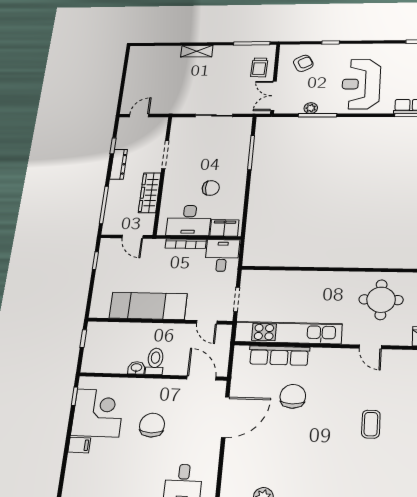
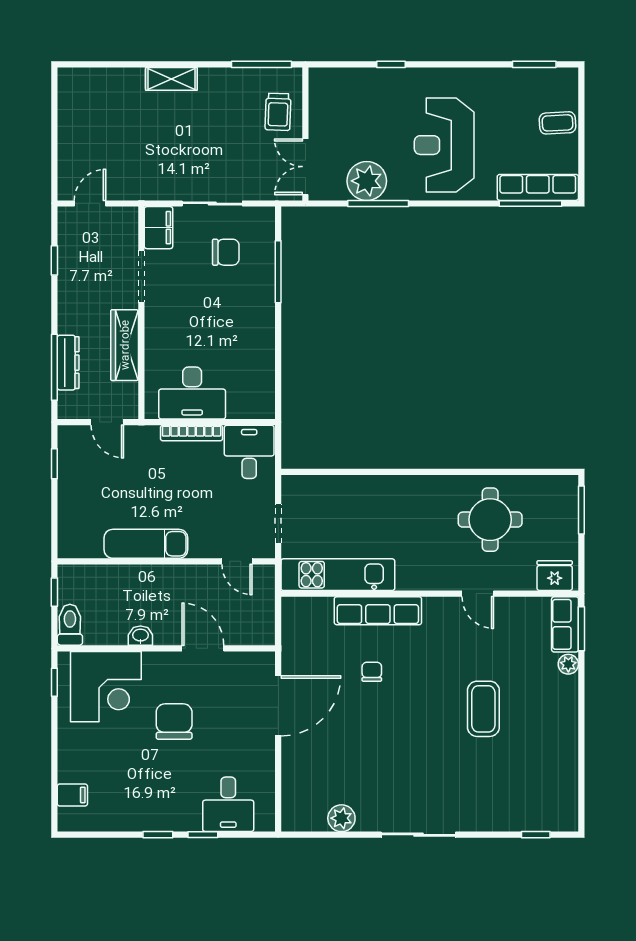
armchair: (303, 63) -> (349, 105), removed
plant: (311, 108) -> (367, 181), width x1.88, depth x1.88
dresser: (119, 164) -> (68, 363), moved
chair: (211, 188) -> (226, 252), moved
filing cabinet: (224, 228) -> (159, 228), moved, turned 90
exam couch: (148, 306) -> (146, 544), width x0.73, depth x0.69
kitchen unit: (288, 333) -> (338, 575), width x0.73
row of seats: (279, 356) -> (378, 611), moved
toilet: (155, 361) -> (70, 625), moved
door: (201, 378) -> (203, 648), moved
chair: (293, 396) -> (372, 672), width x0.54, depth x0.54
corner desk: (98, 413) -> (106, 687), moved, turned 90
coffee table: (371, 424) -> (483, 709), width x1.36, depth x1.30
filing cabinet: (79, 445) -> (72, 795), moved

